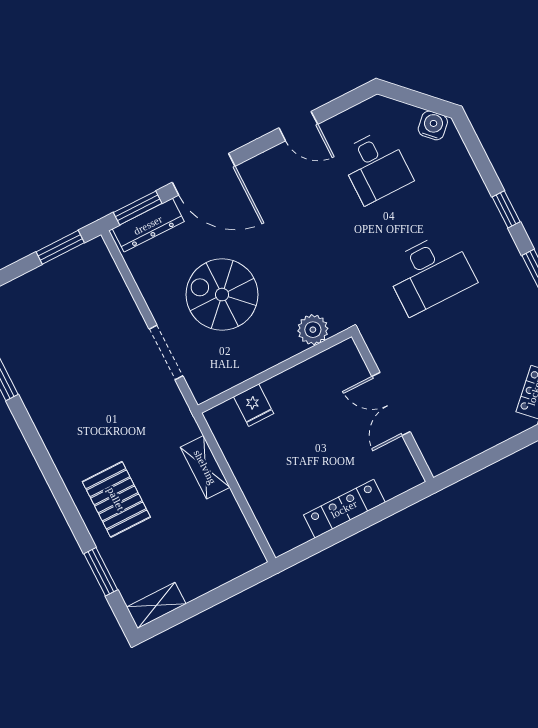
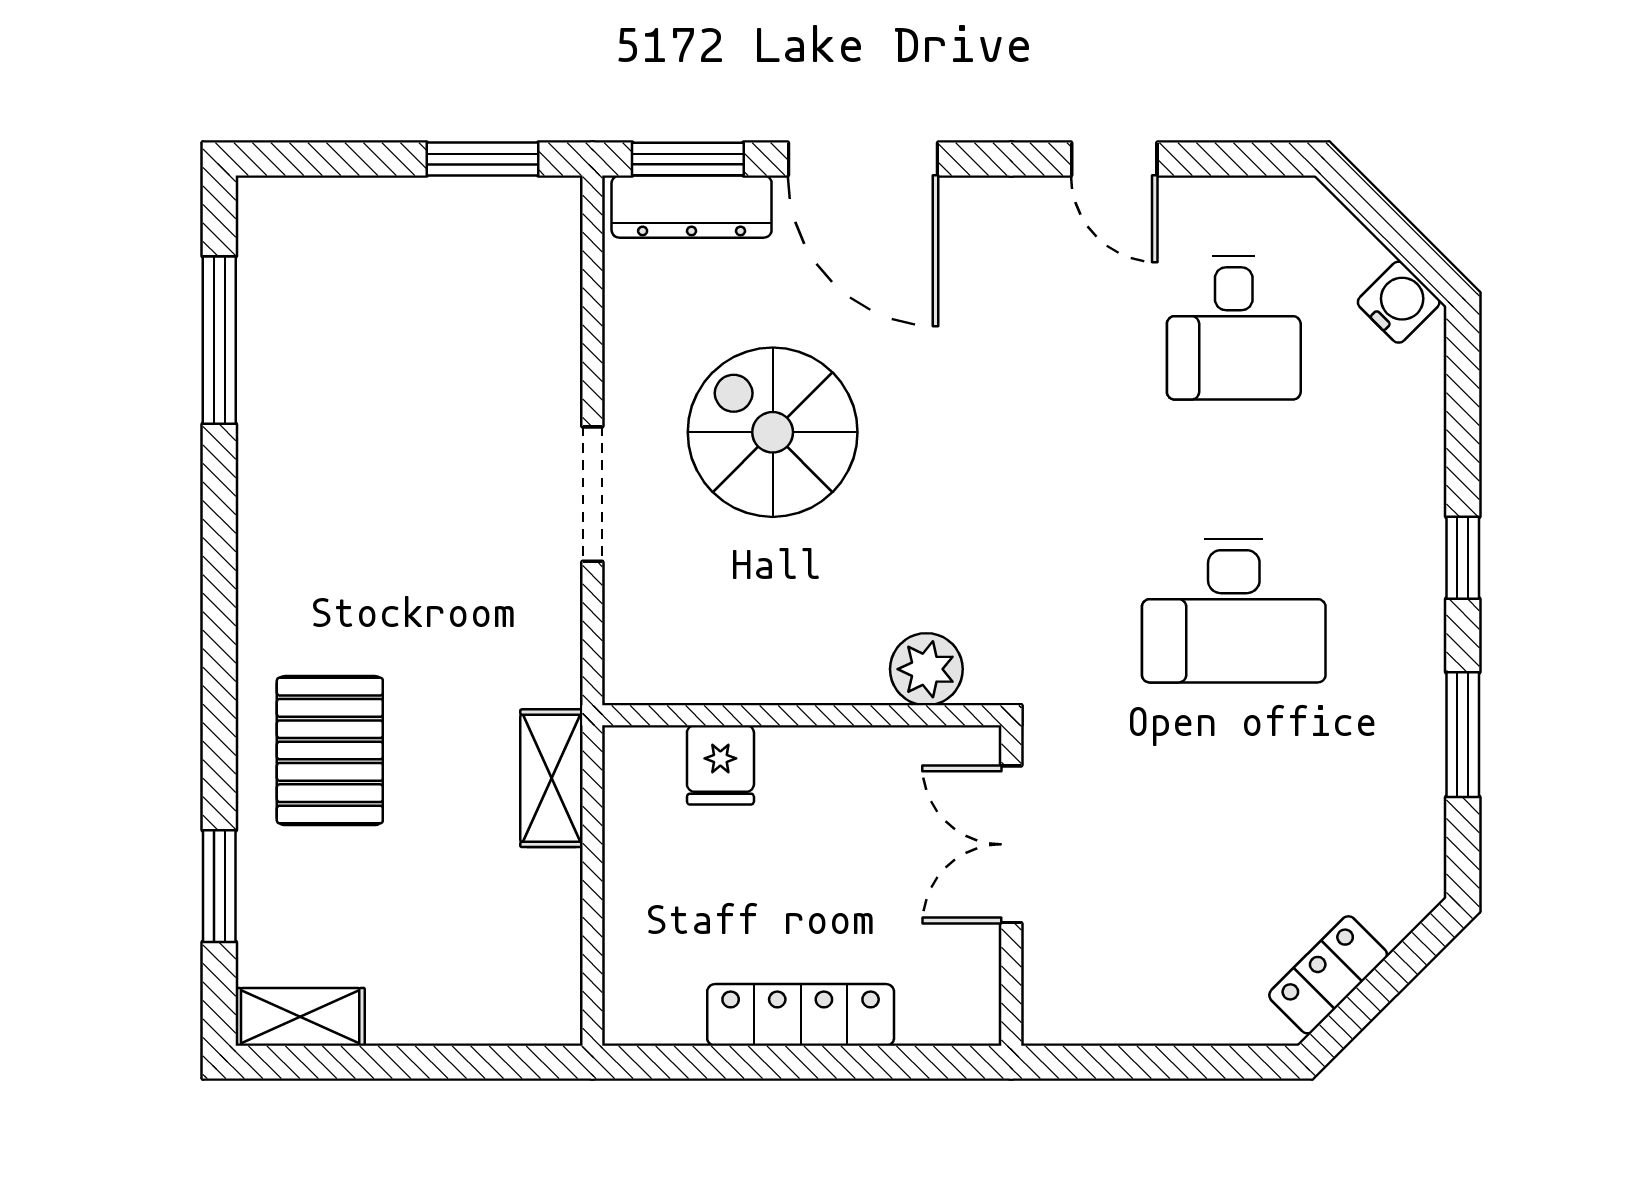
plant: (313, 330) -> (926, 669), moved
wall: (275, 371) -> (802, 715), moved
fridge: (254, 405) -> (720, 765), moved

